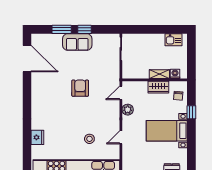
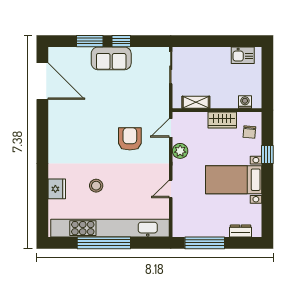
shelving: (159, 74) -> (196, 102), moved
armchair: (80, 88) -> (130, 139), moved
stool: (89, 139) -> (96, 186), moved

